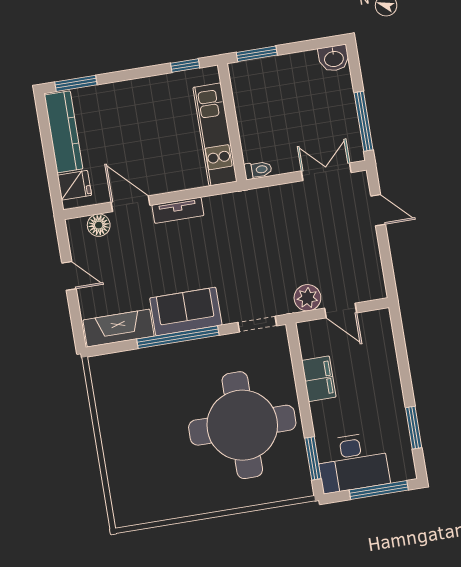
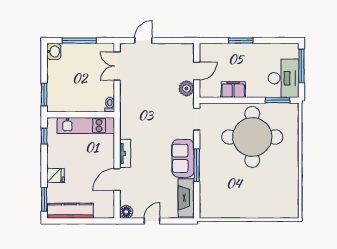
window: (364, 121) -> (79, 41), moved
fridge: (74, 185) -> (56, 175), moved, turned 90
floor lamp: (99, 225) -> (126, 212), moved
window: (178, 337) -> (197, 165), width x0.68
window: (414, 428) -> (241, 41), moved

